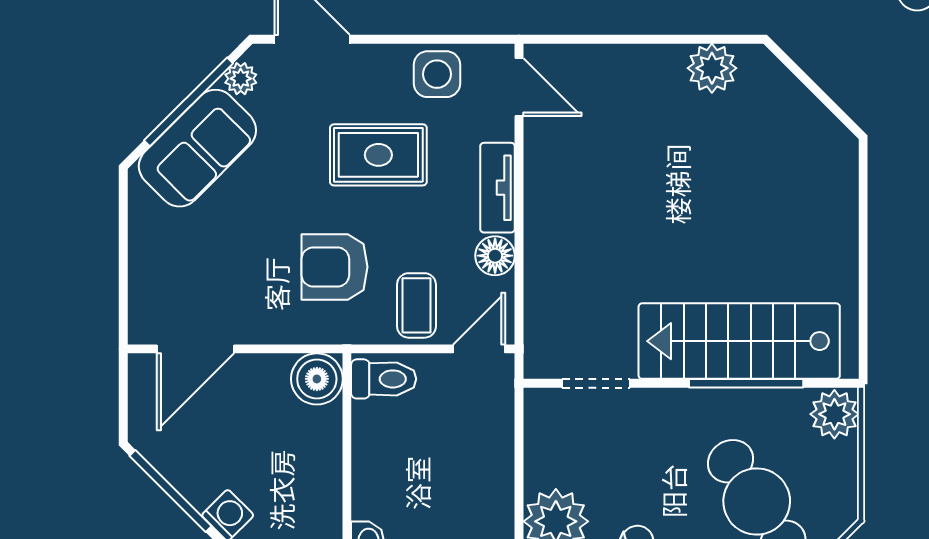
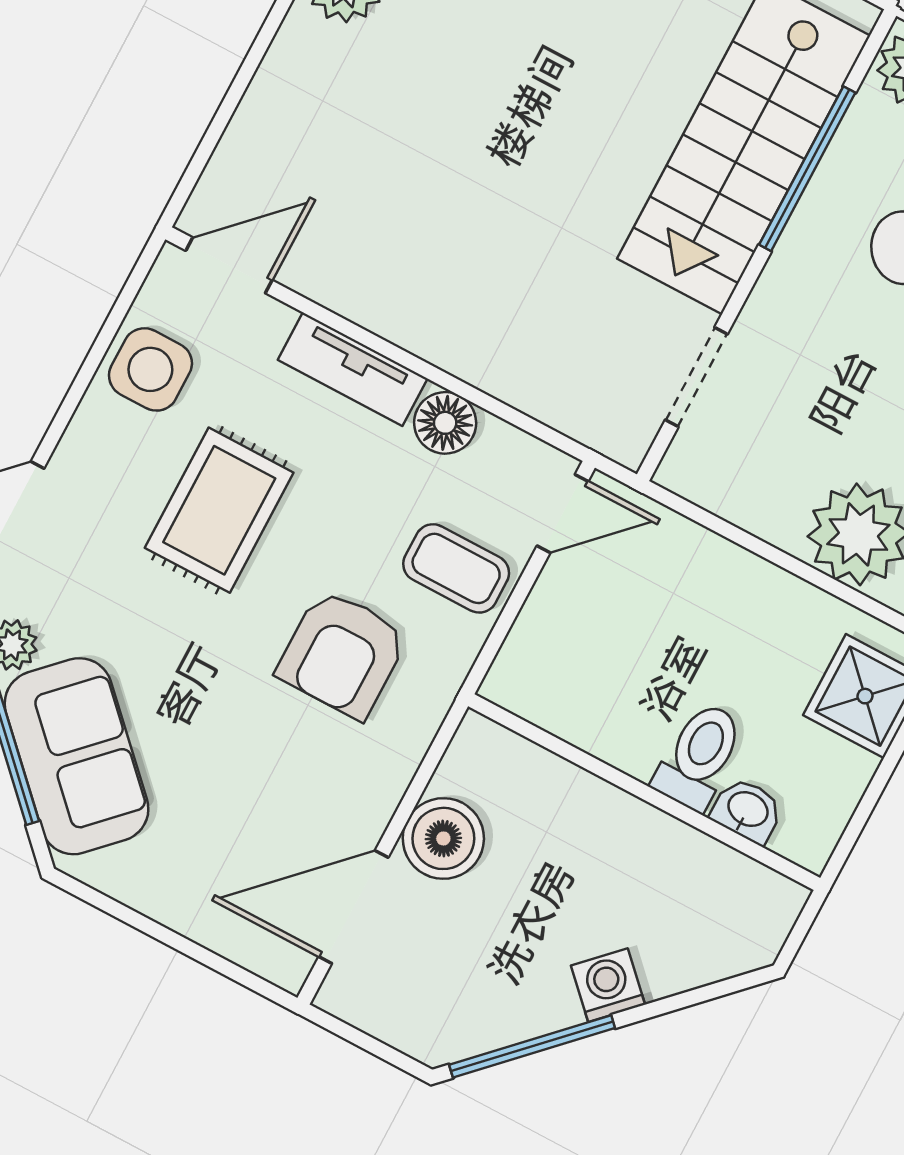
door: (195, 349) -> (353, 907), swing flipped
door: (479, 349) -> (563, 514), swing flipped
boiler: (317, 379) -> (443, 838), moved
toilet: (384, 379) -> (699, 756), moved

